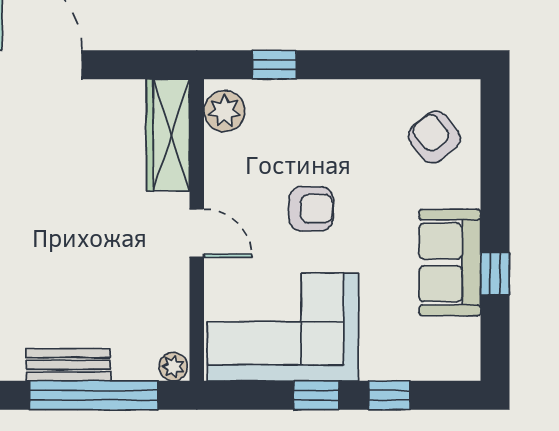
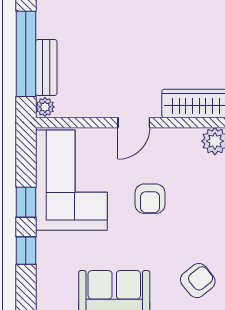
bench: (68, 365) -> (46, 67), moved

